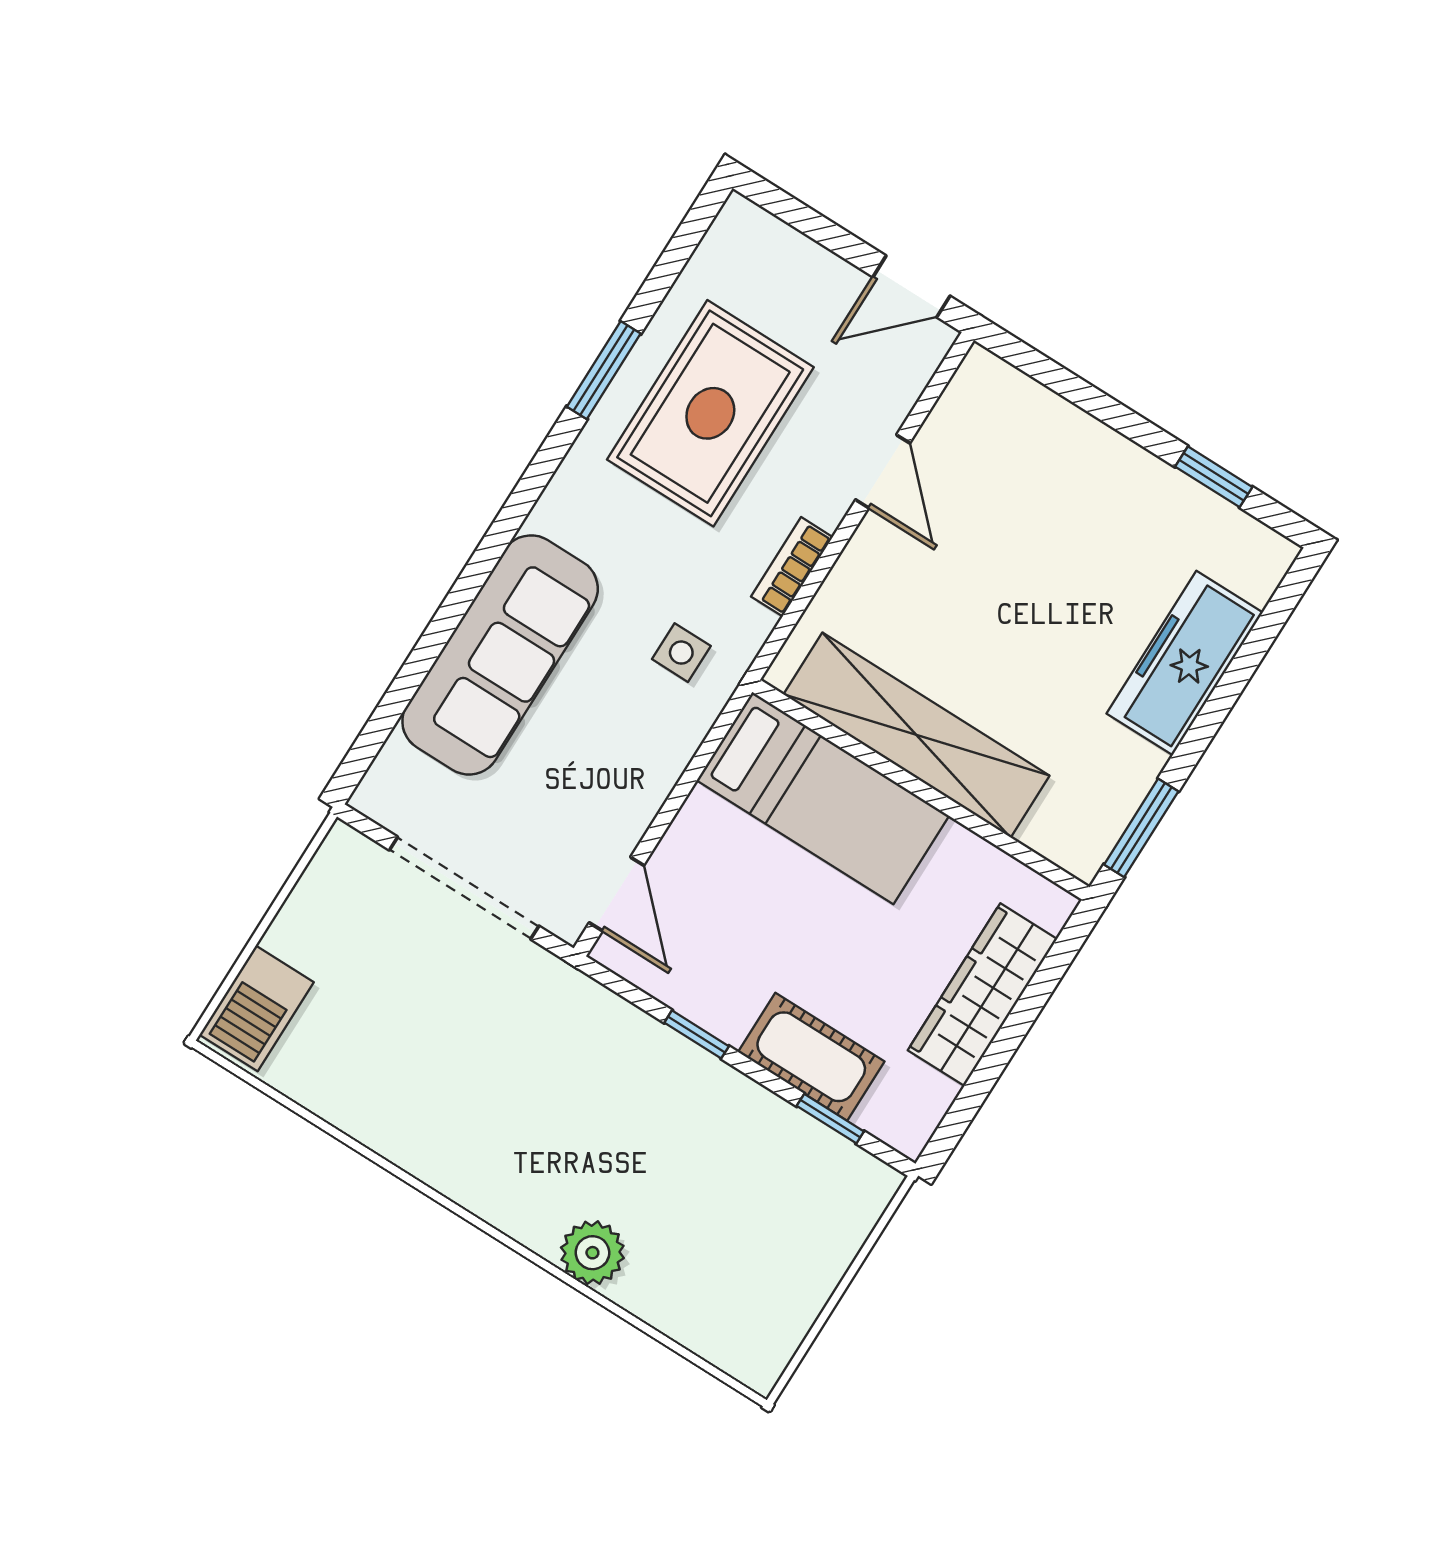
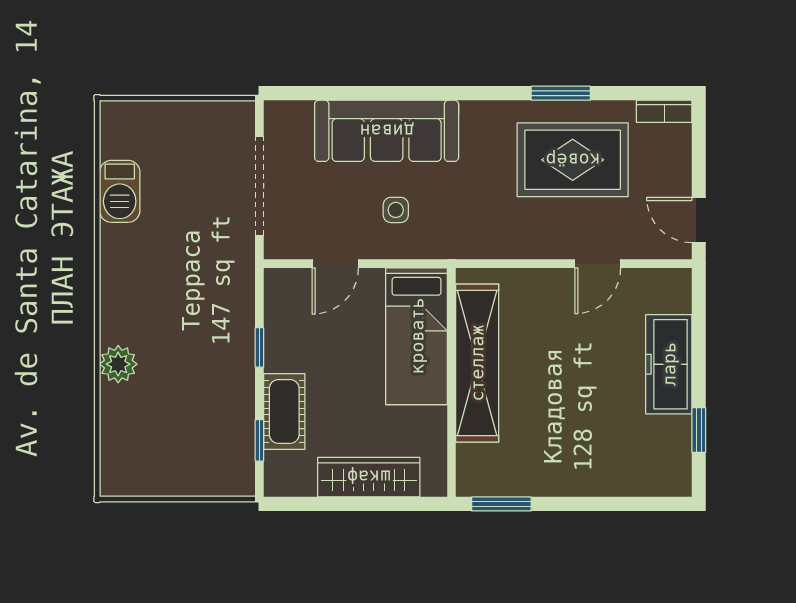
bookcase: (792, 567) -> (664, 111), moved, turned 180
side table: (681, 653) -> (396, 210), moved
freezer: (1185, 663) -> (669, 364), moved, turned -90
door: (617, 894) -> (335, 264), moved
barbecue: (257, 1008) -> (120, 191), moved, turned -90

